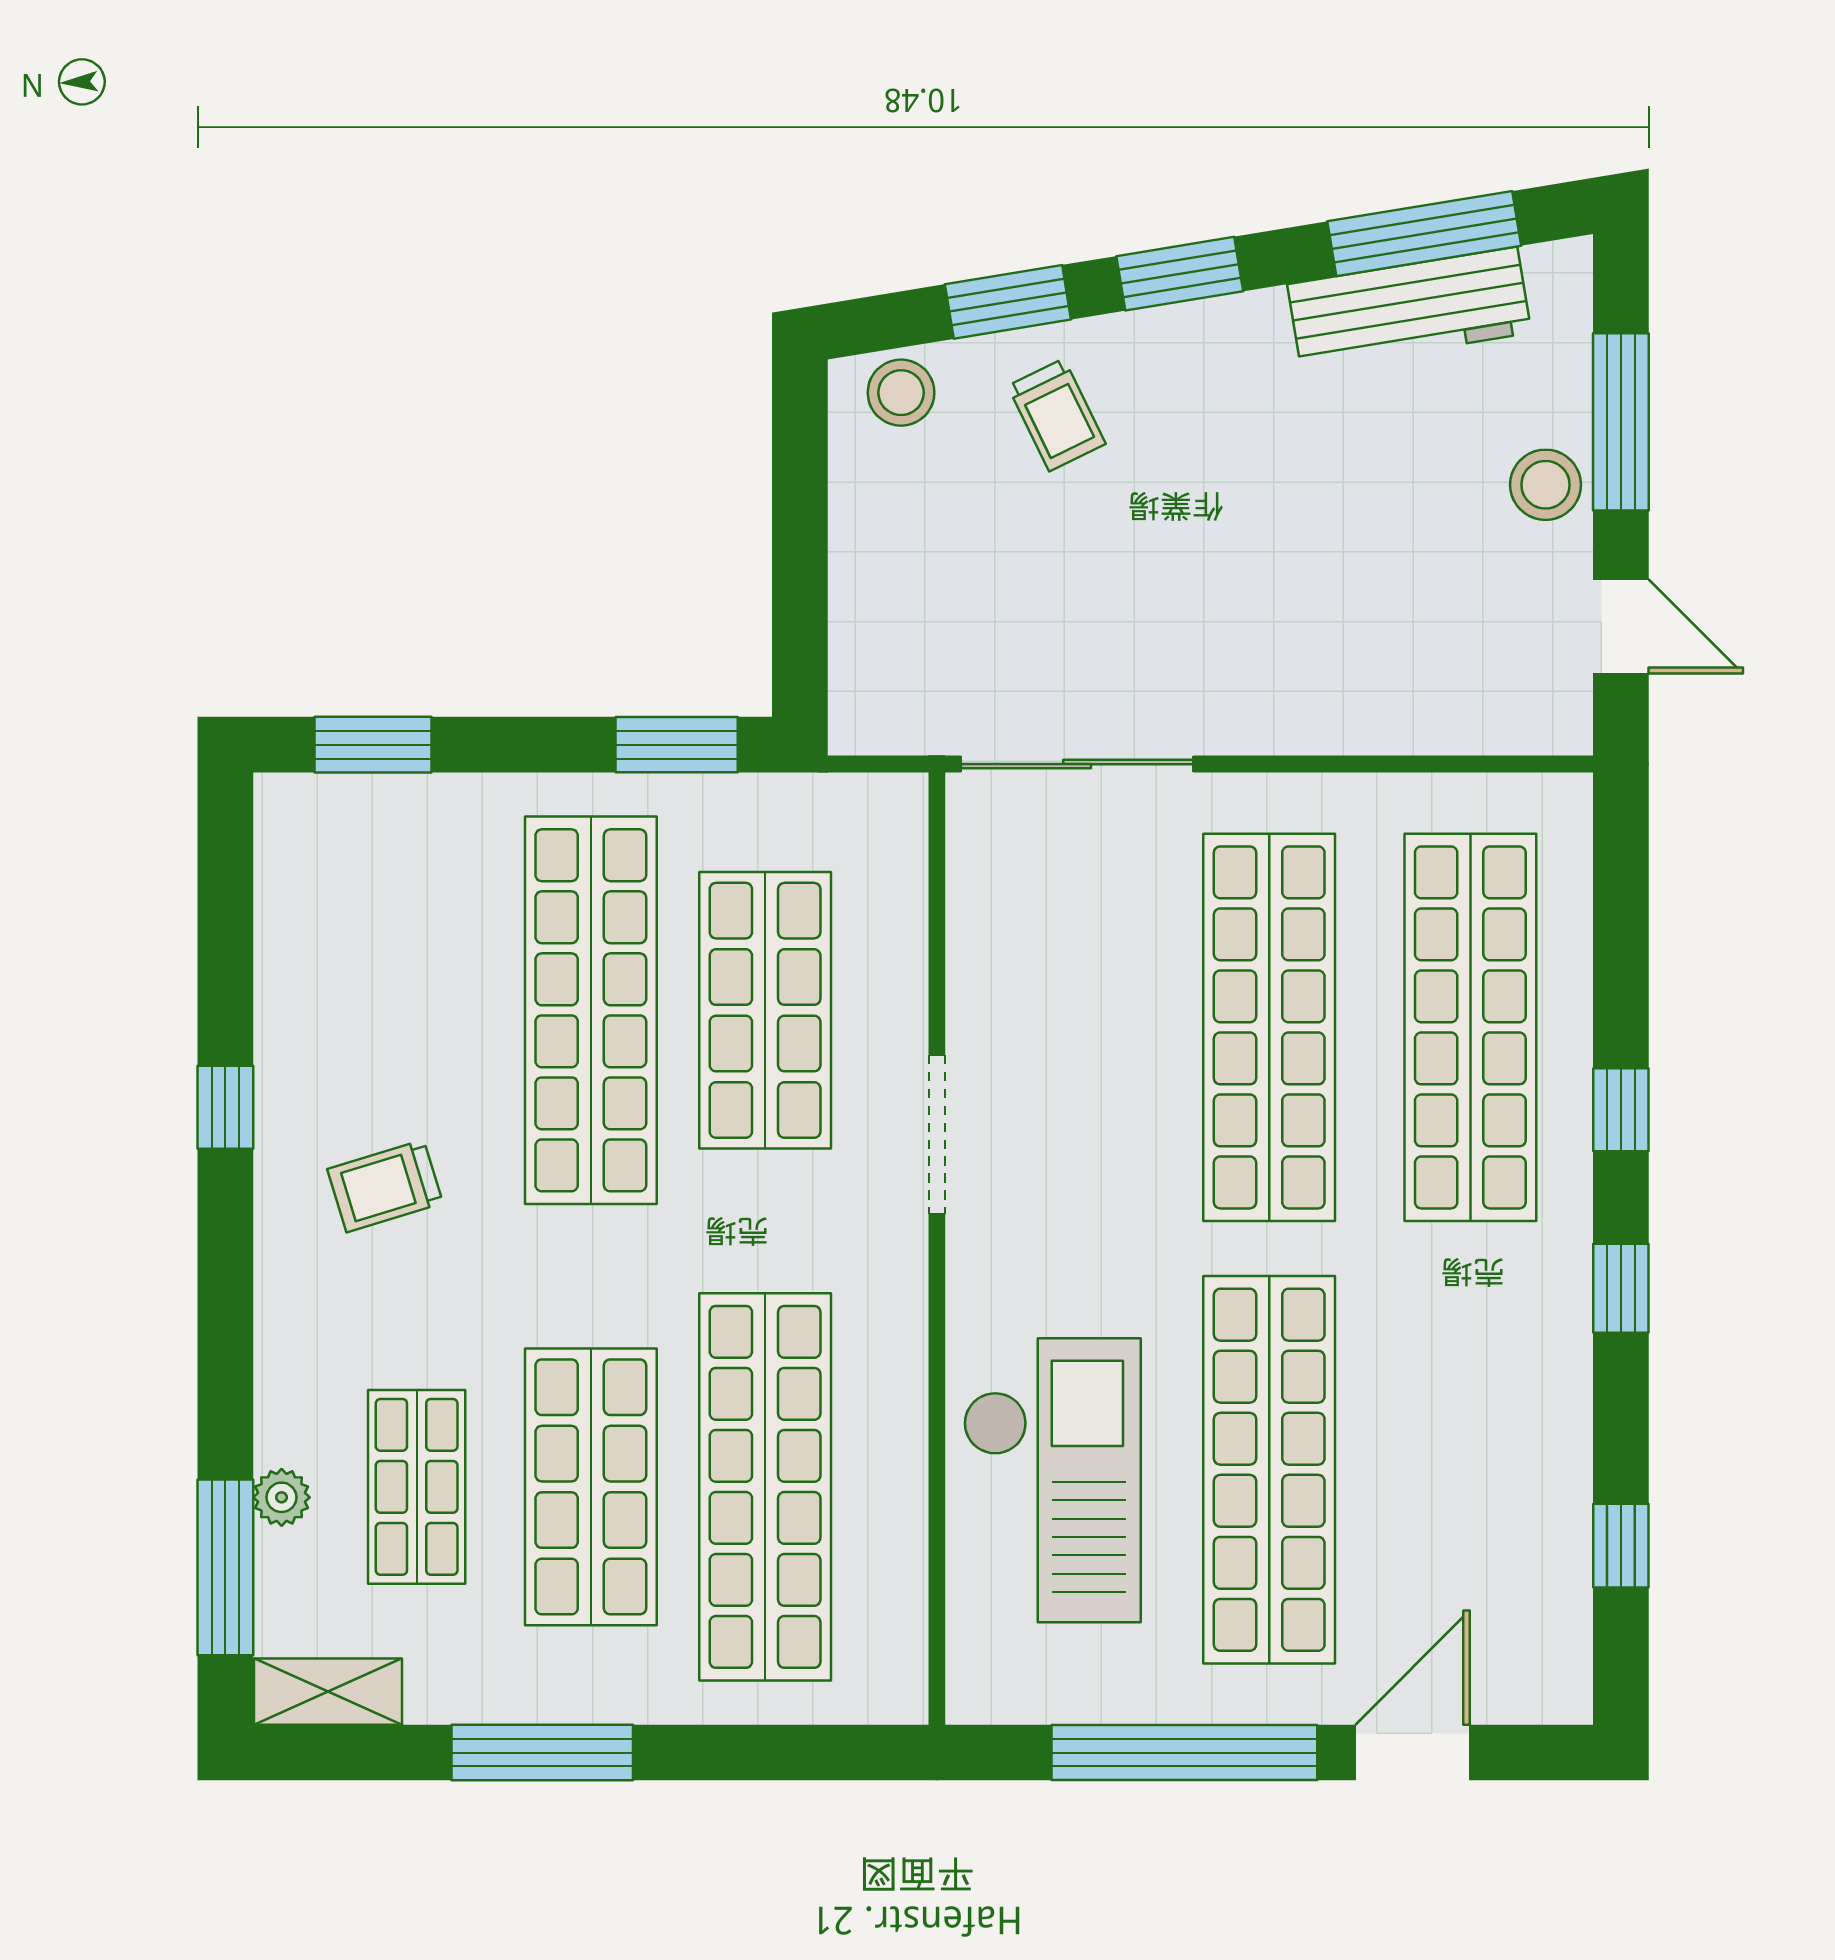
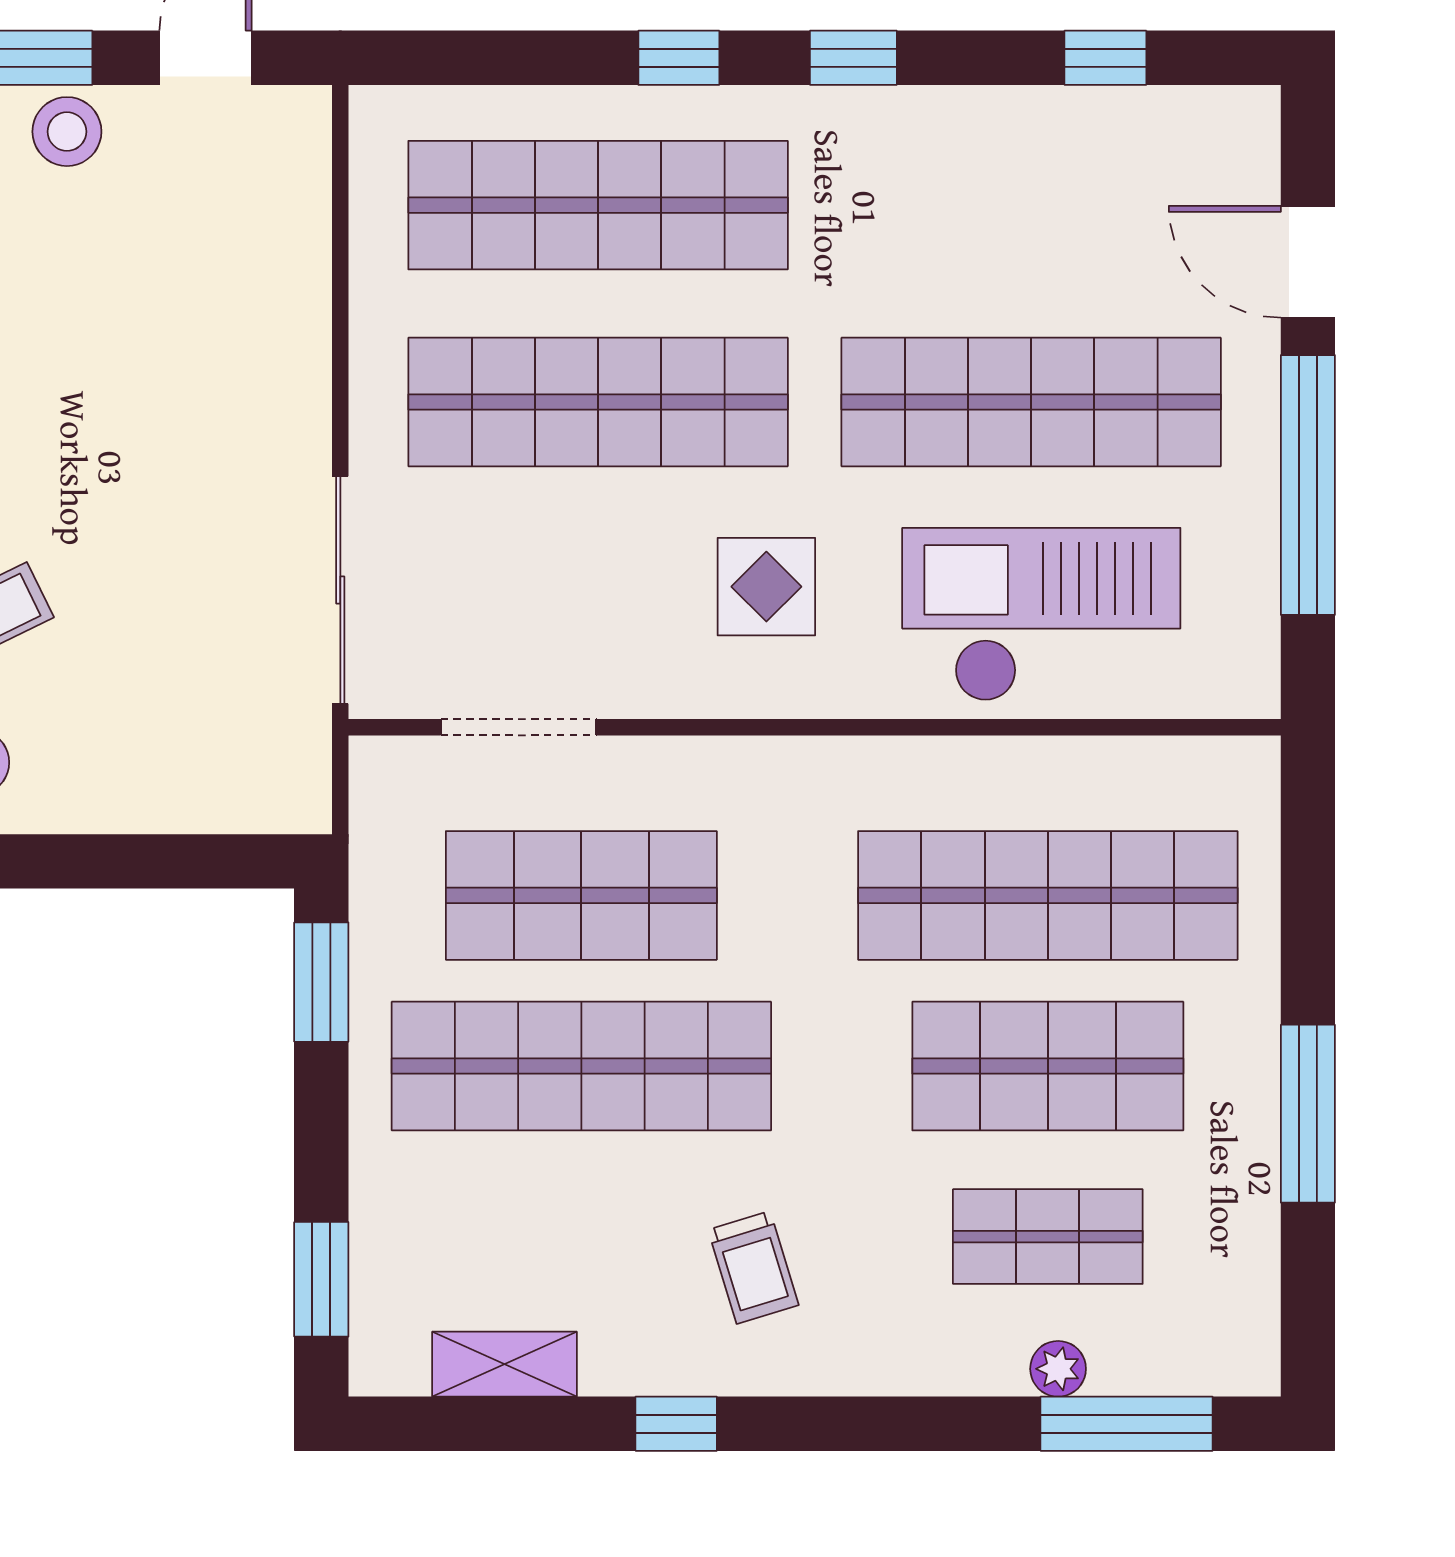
doorway: (937, 1134) -> (518, 727), moved
display table: (1081, 1199) -> (766, 587), added
shelving: (328, 1692) -> (504, 1364), moved, turned 90

